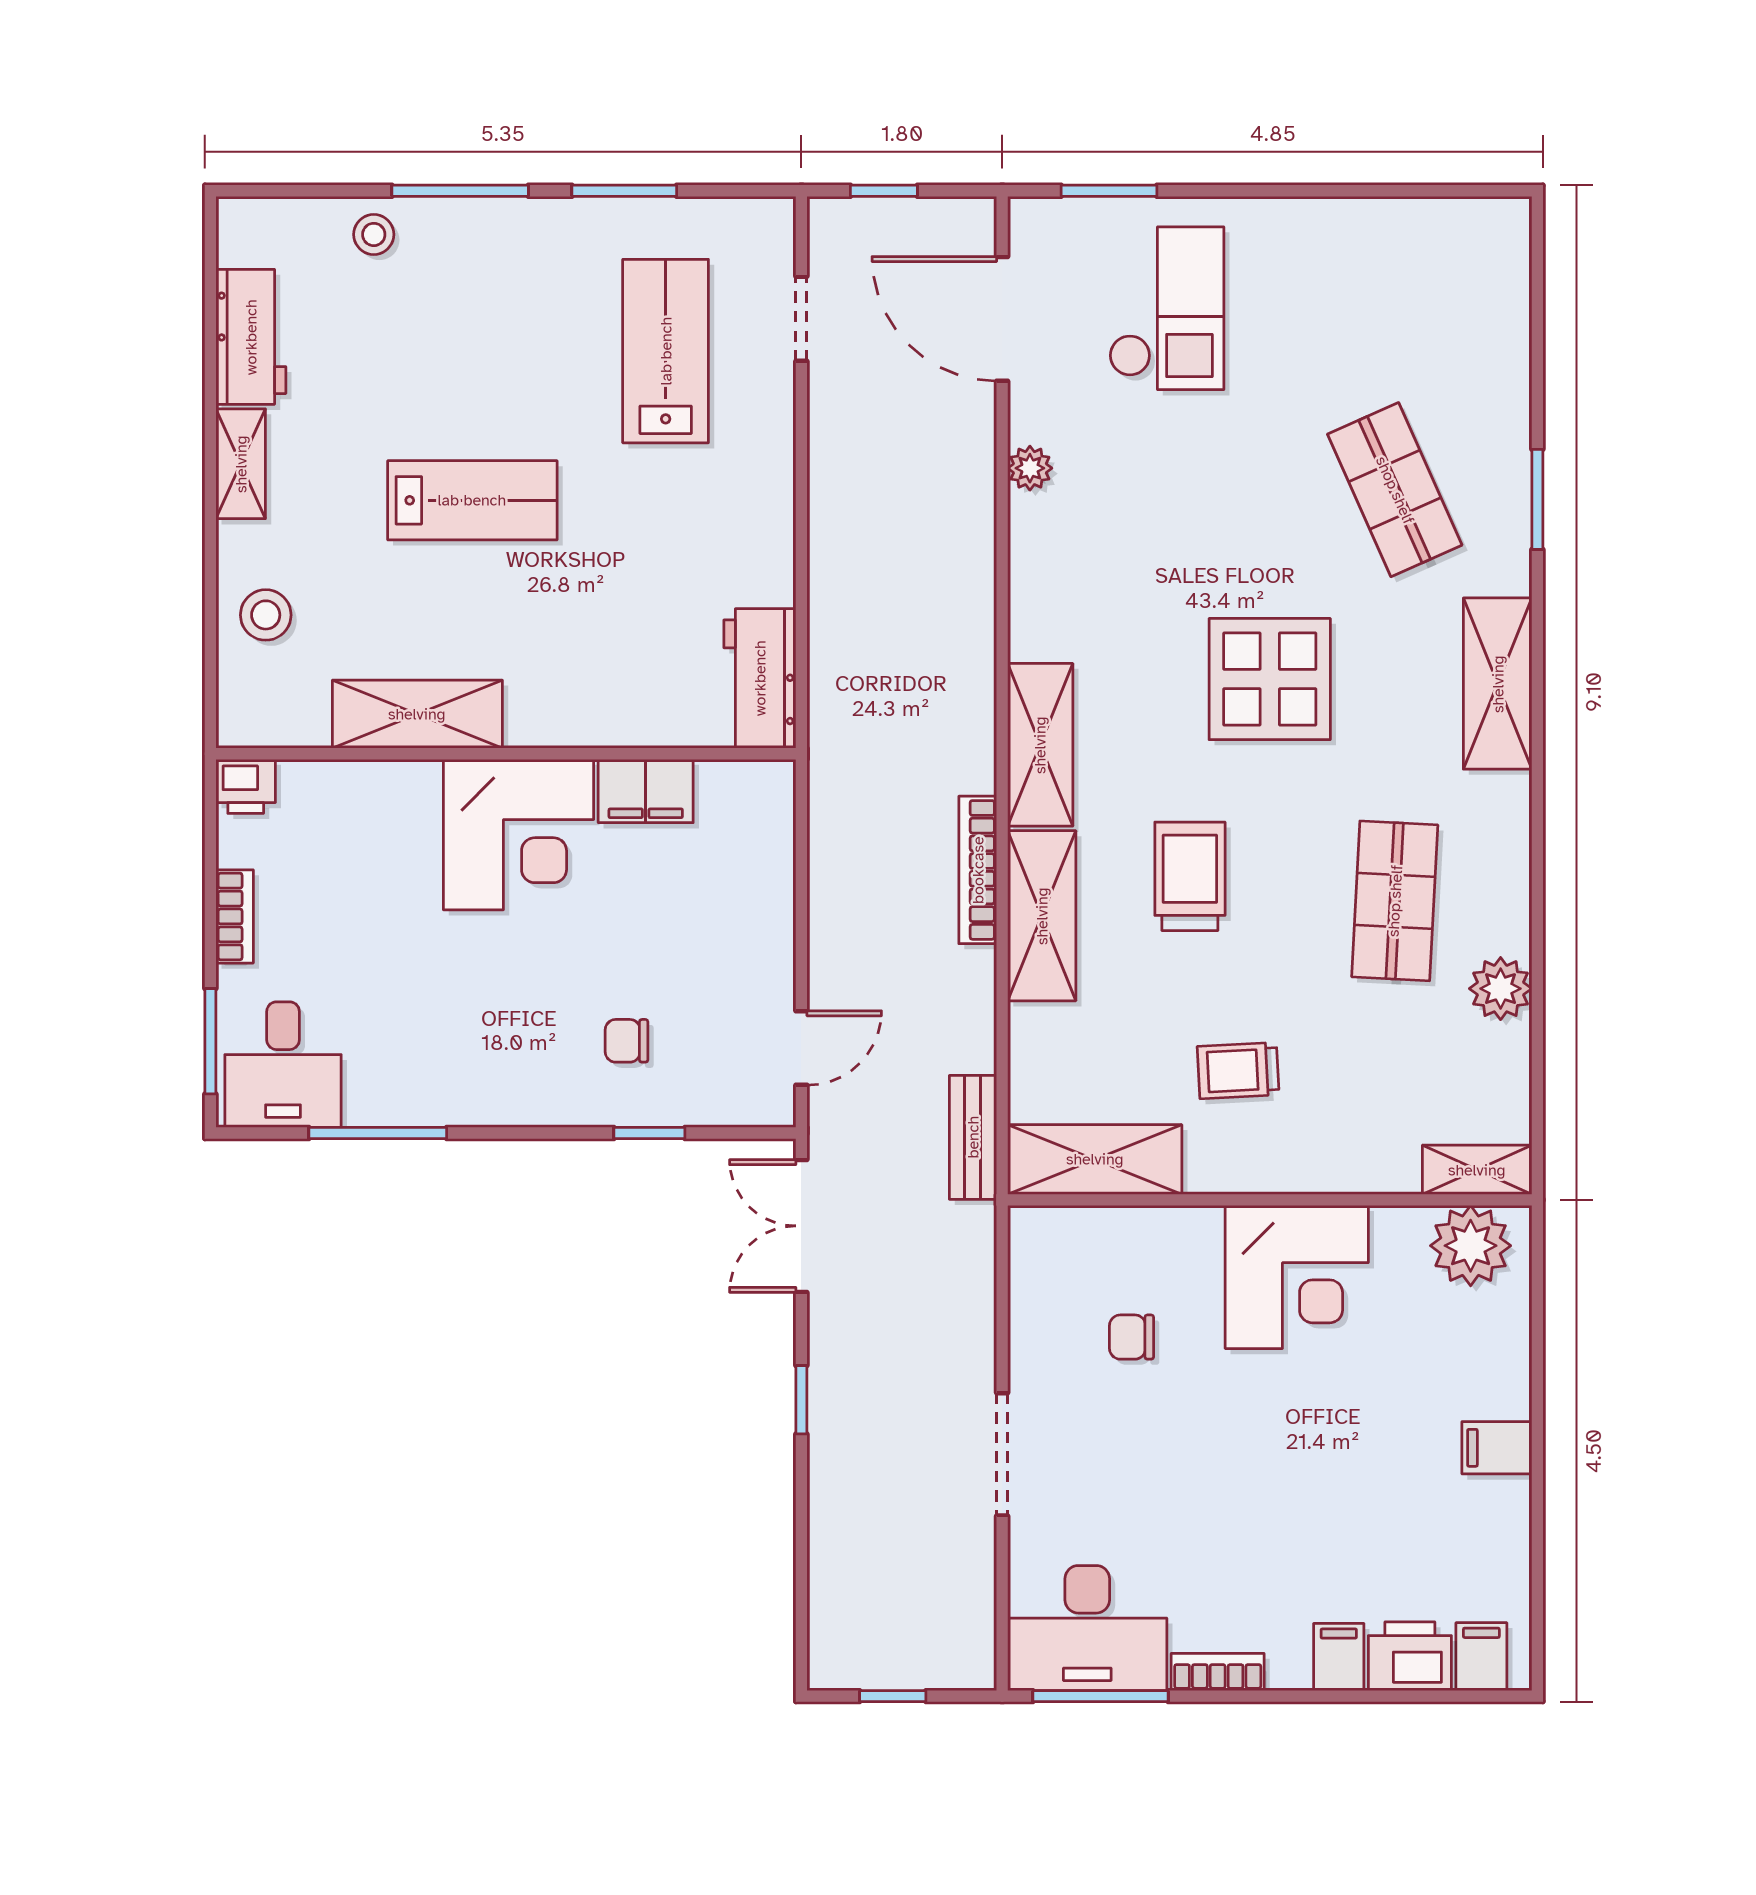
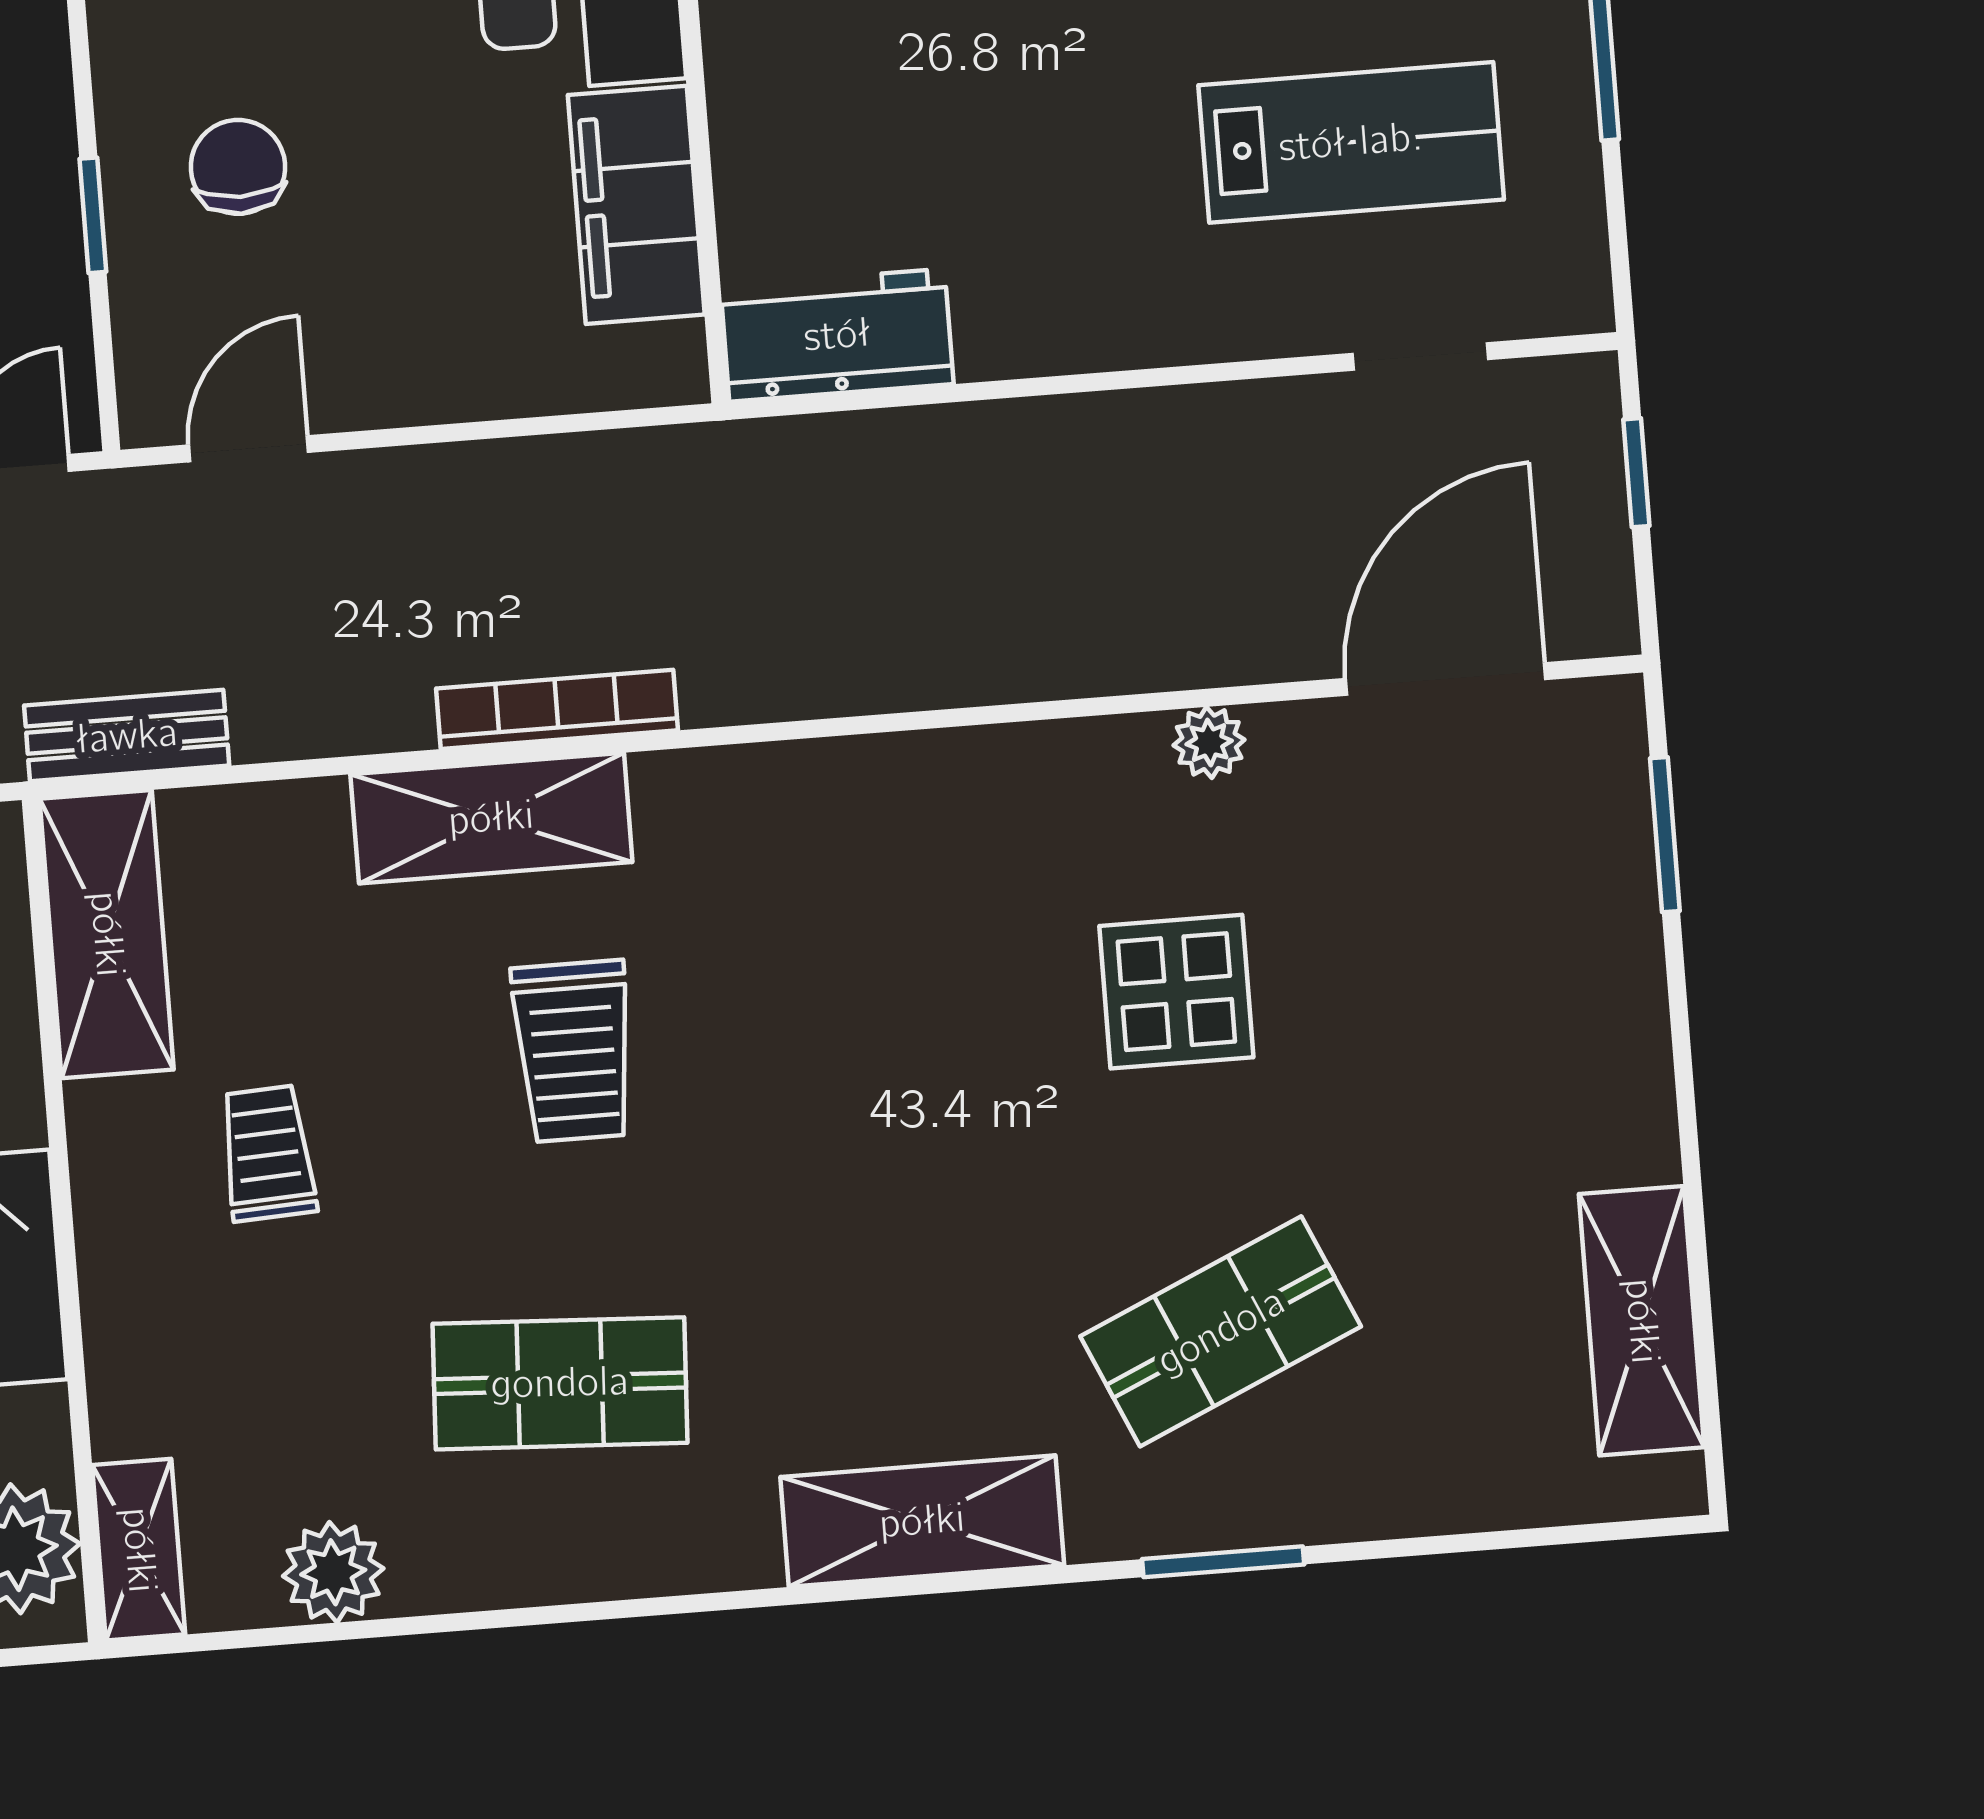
checkout: (1167, 308) -> (1483, 942), removed
display table: (1270, 679) -> (1176, 992), moved, width x0.73, depth x0.73
shelving: (1040, 745) -> (1642, 1321), moved, turned 90
filing cabinet: (646, 791) -> (636, 205), width x1.50, depth x1.17
trolley: (1190, 876) -> (574, 1051), turned 90
plant: (1501, 989) -> (333, 1572), moved
chair: (627, 1041) -> (238, 167), width x1.37, depth x1.37
door: (801, 1048) -> (249, 449), swing flipped

